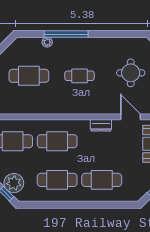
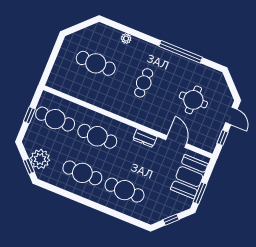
window: (66, 34) -> (181, 52), moved
cafe table: (79, 76) -> (144, 83), turned 90

